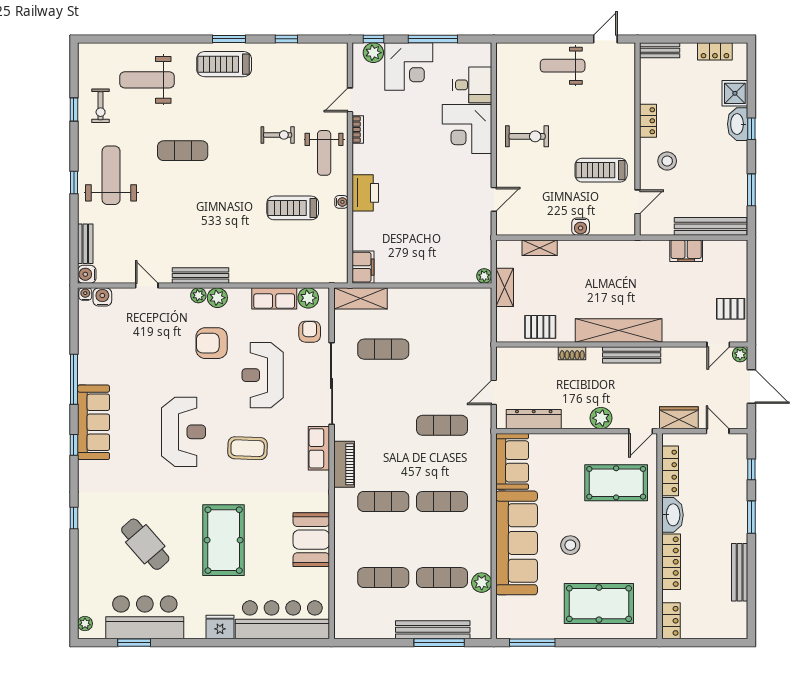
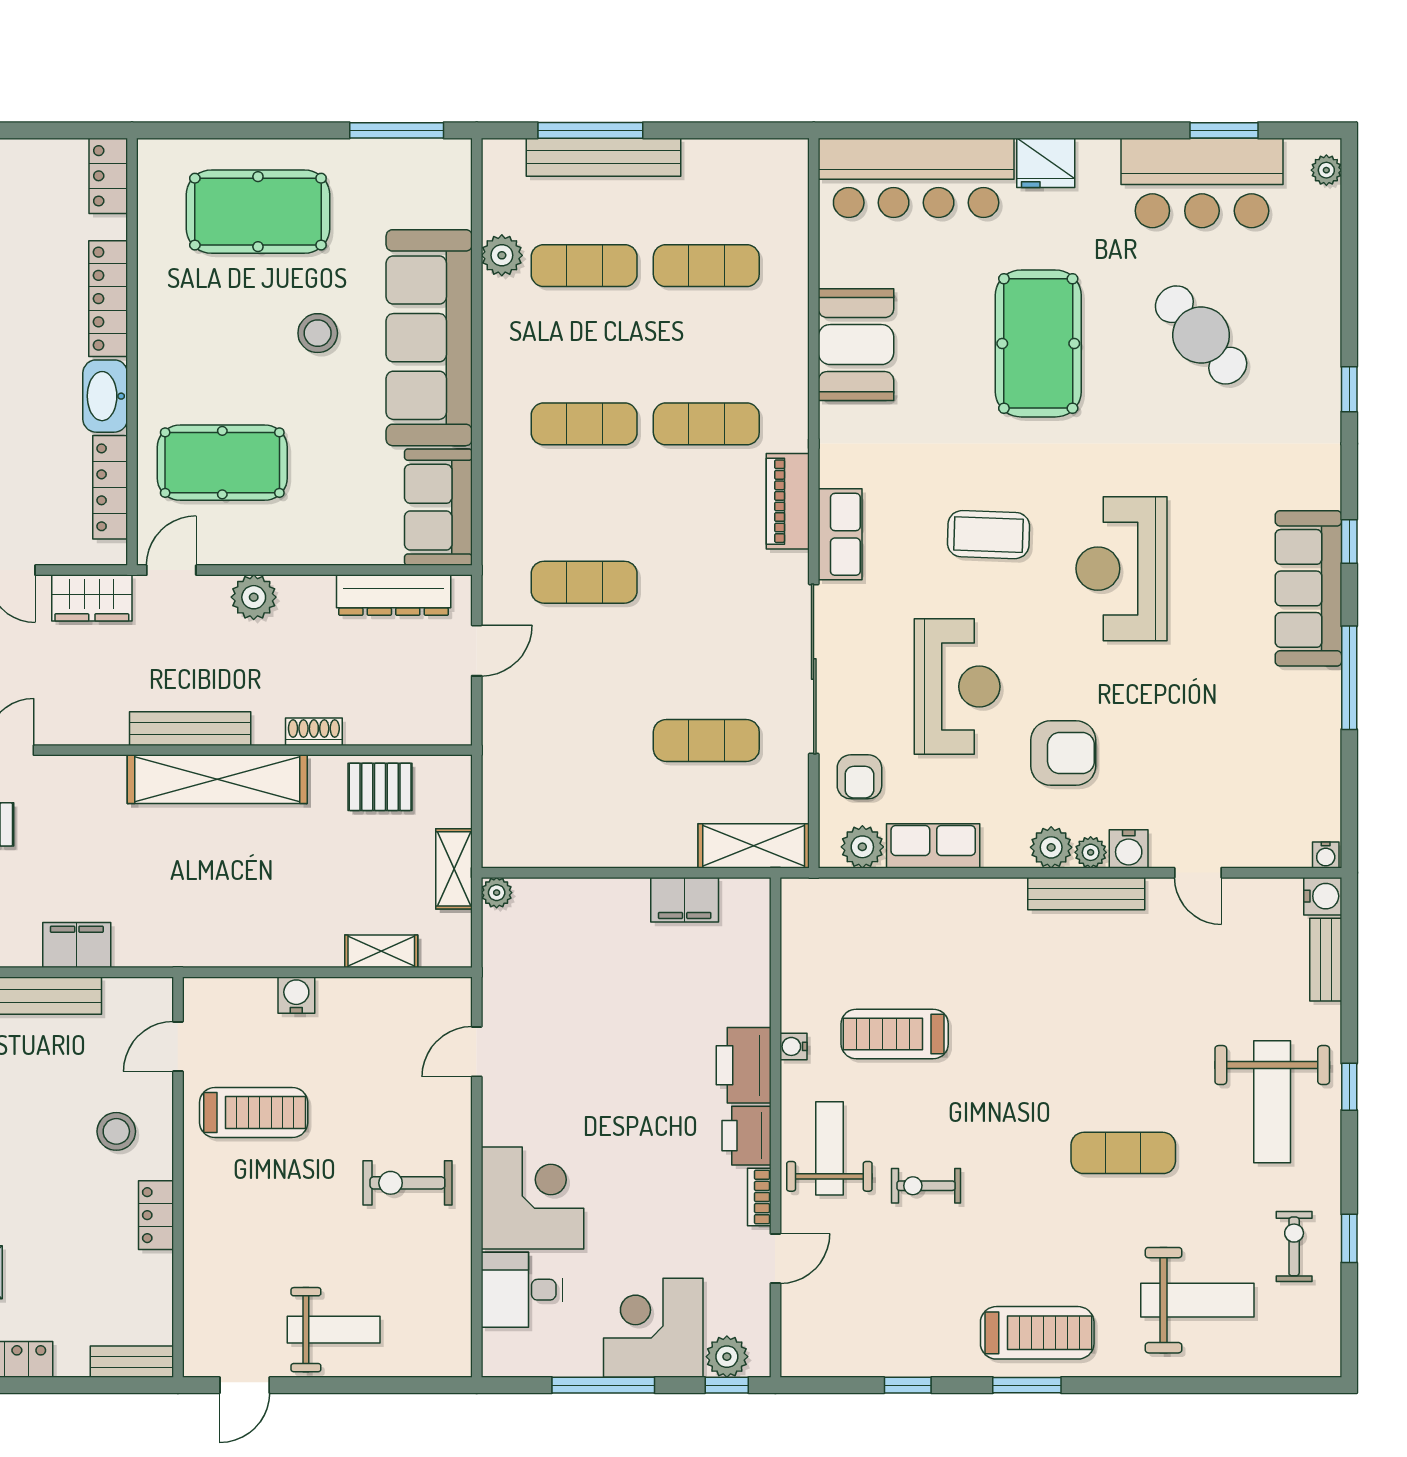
printer: (364, 159) -> (747, 1136), added
treadmill: (293, 208) -> (895, 1034), turned 180
filing cabinet: (363, 267) -> (685, 900), moved, turned -90
water cooler: (102, 297) -> (1129, 849), moved

